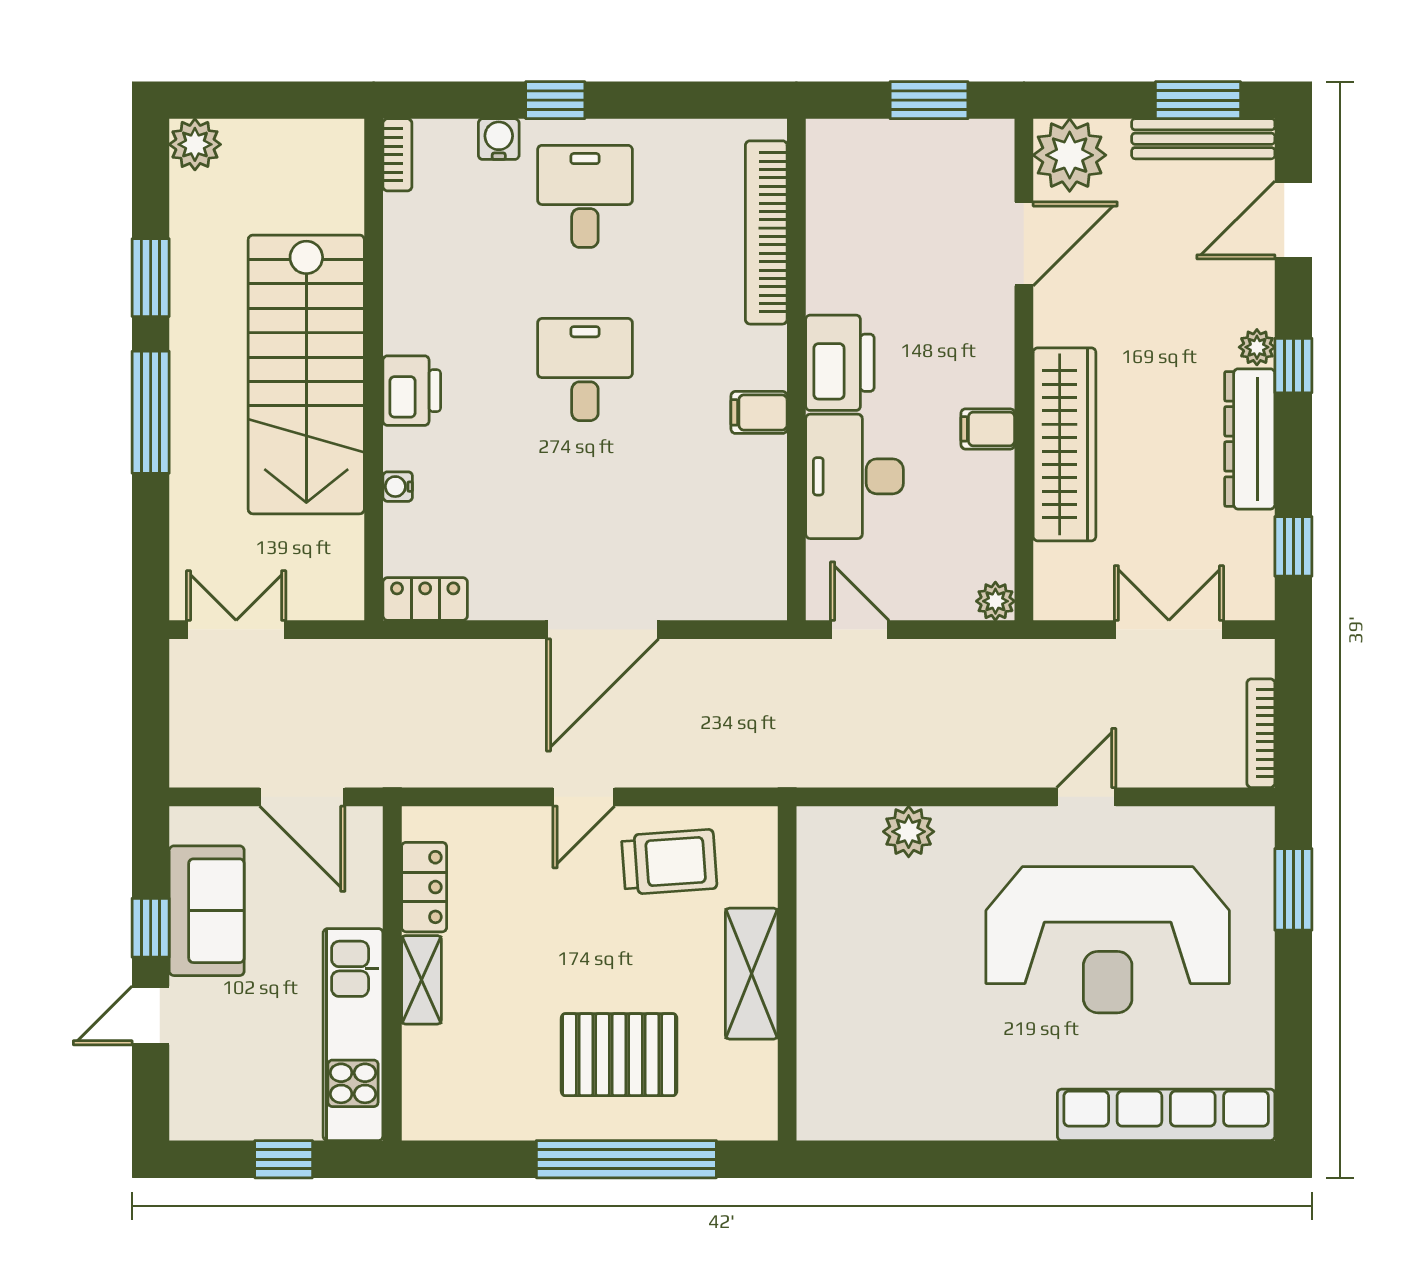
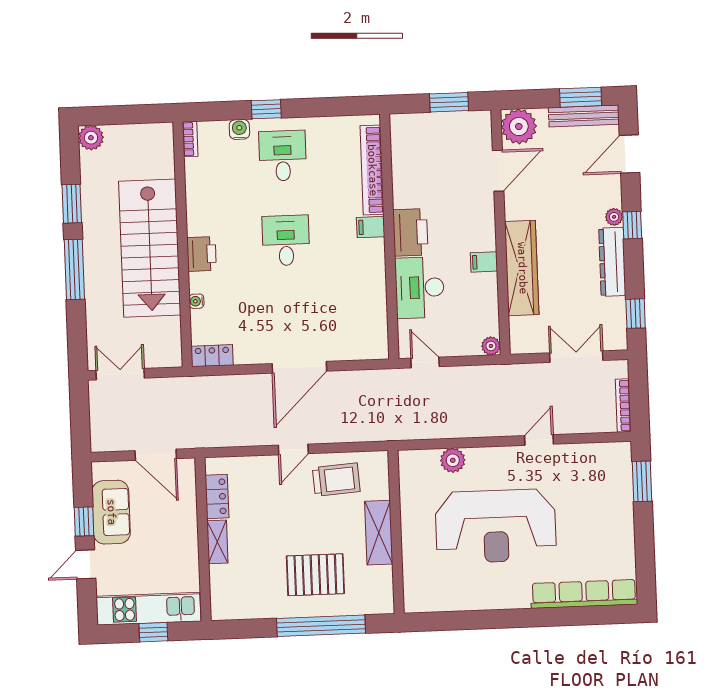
filing cabinet: (759, 412) -> (371, 227), moved
reception desk: (1108, 940) -> (496, 526), moved
kitchen unit: (353, 1035) -> (148, 609), moved, turned 90

